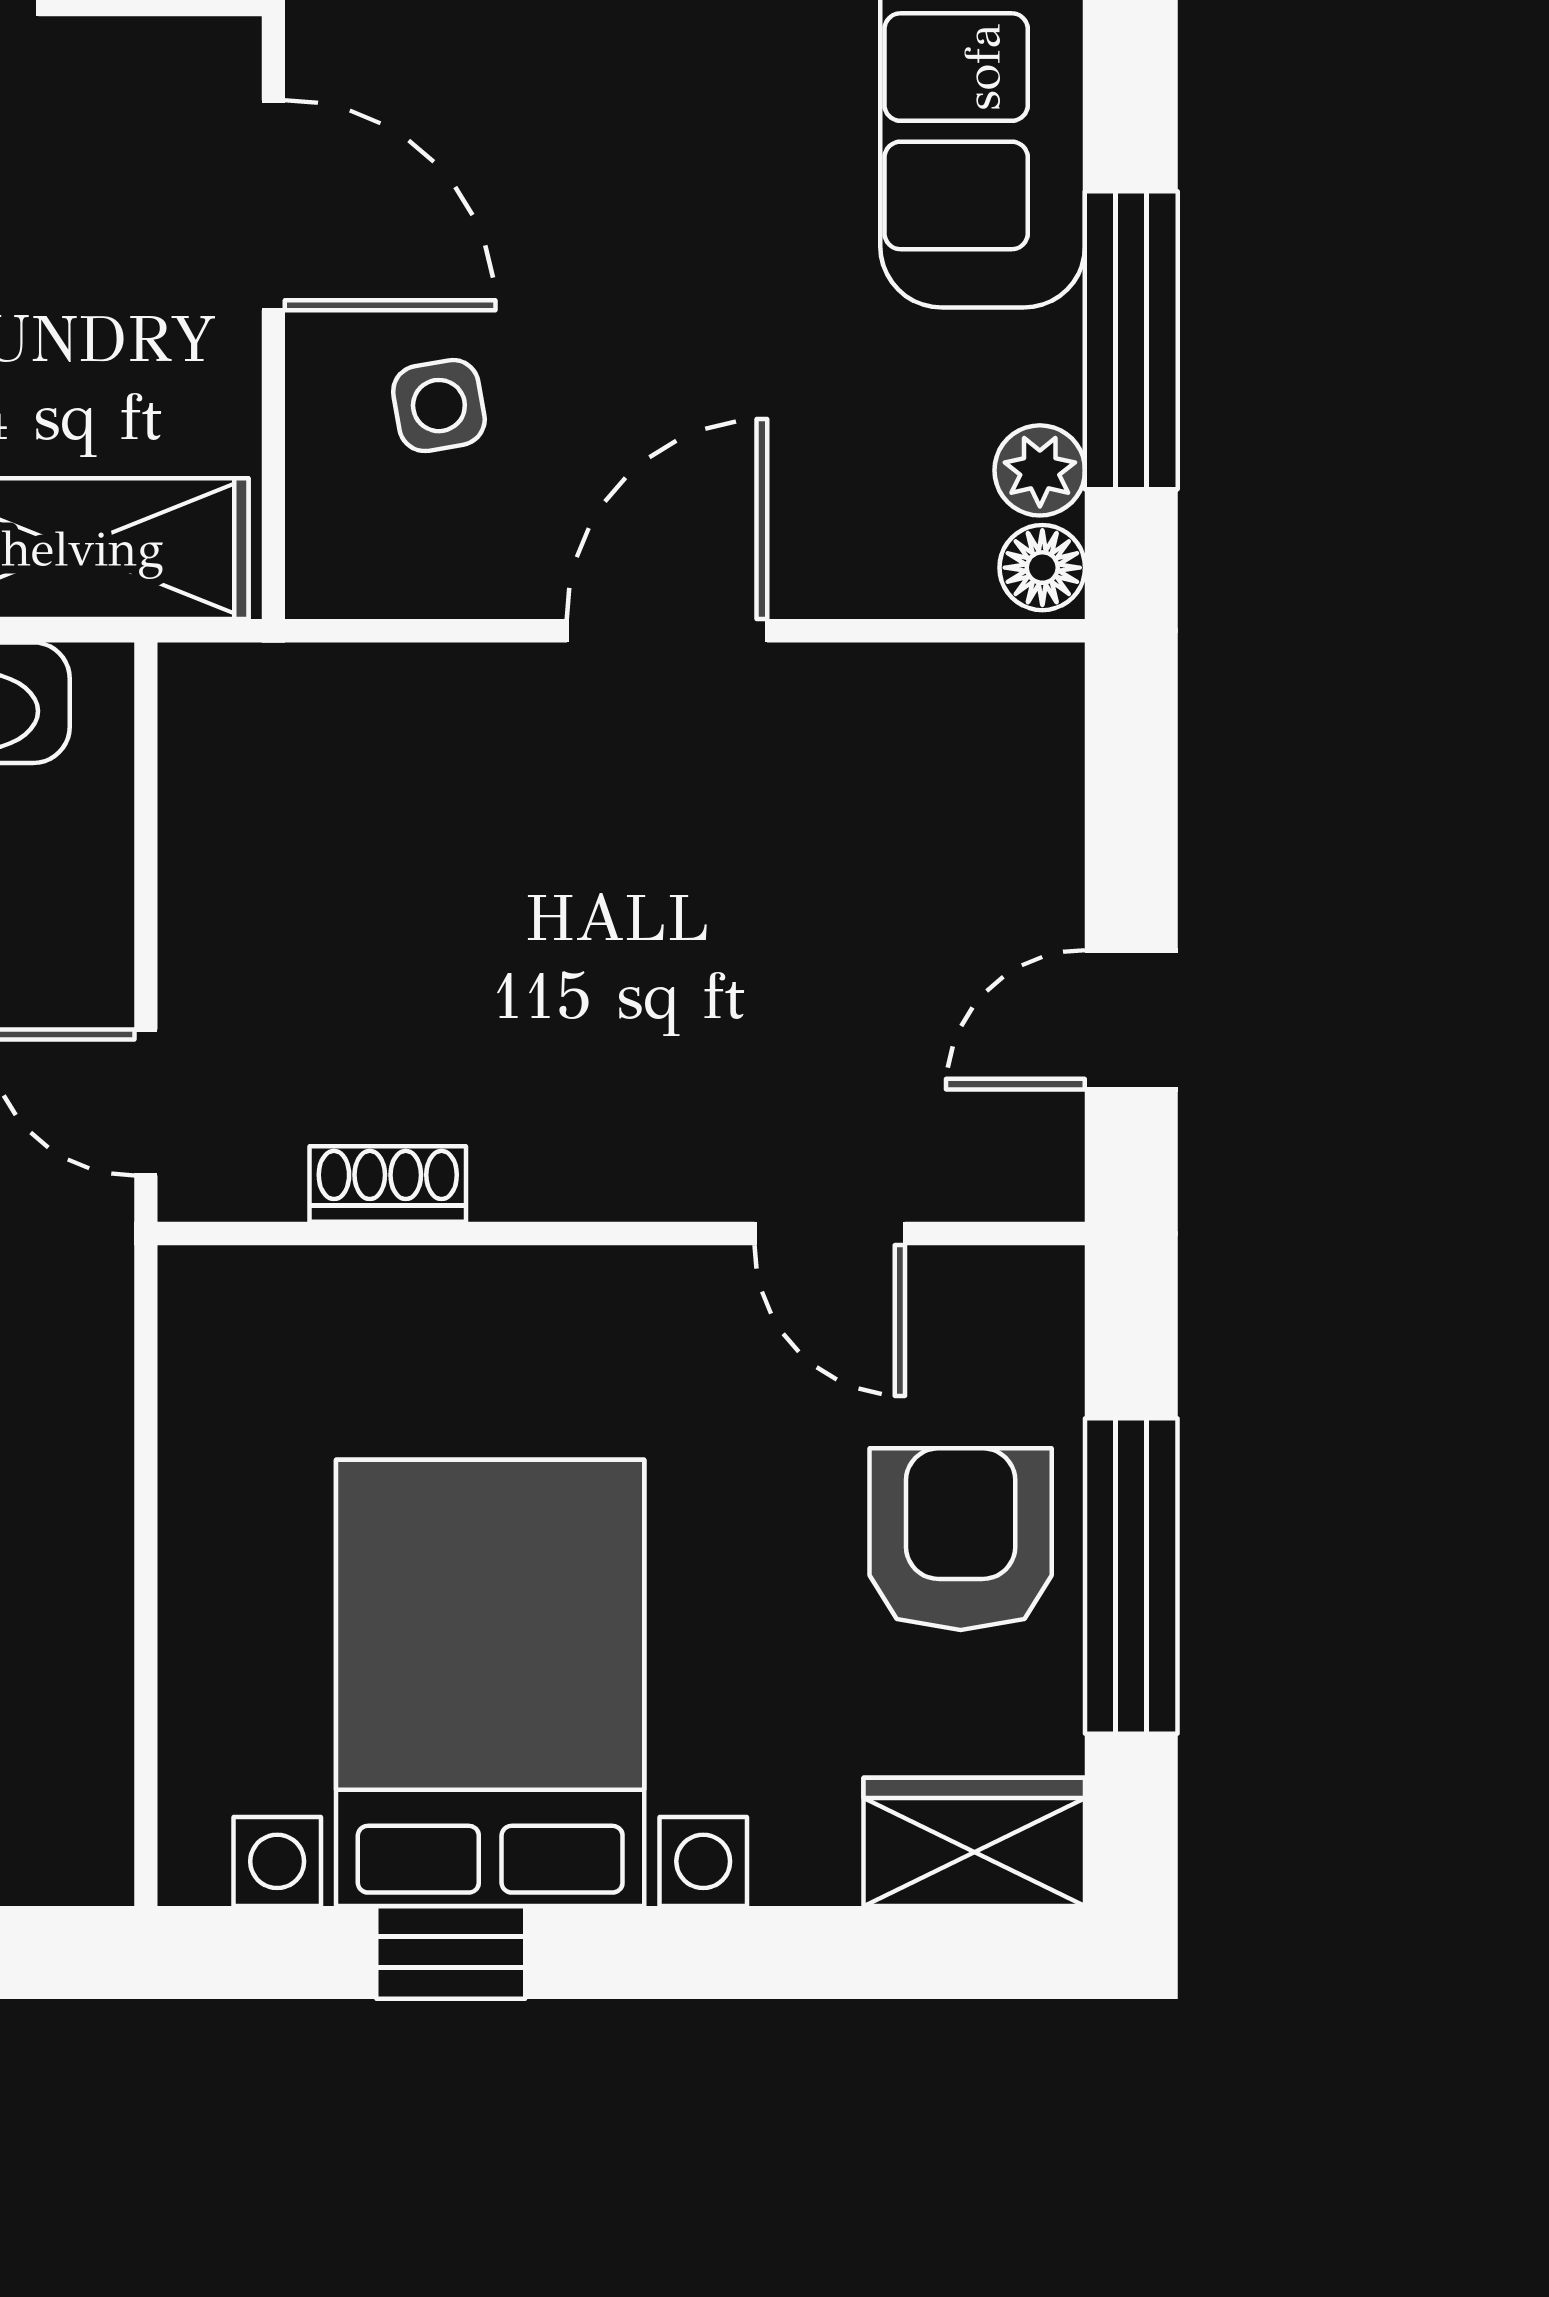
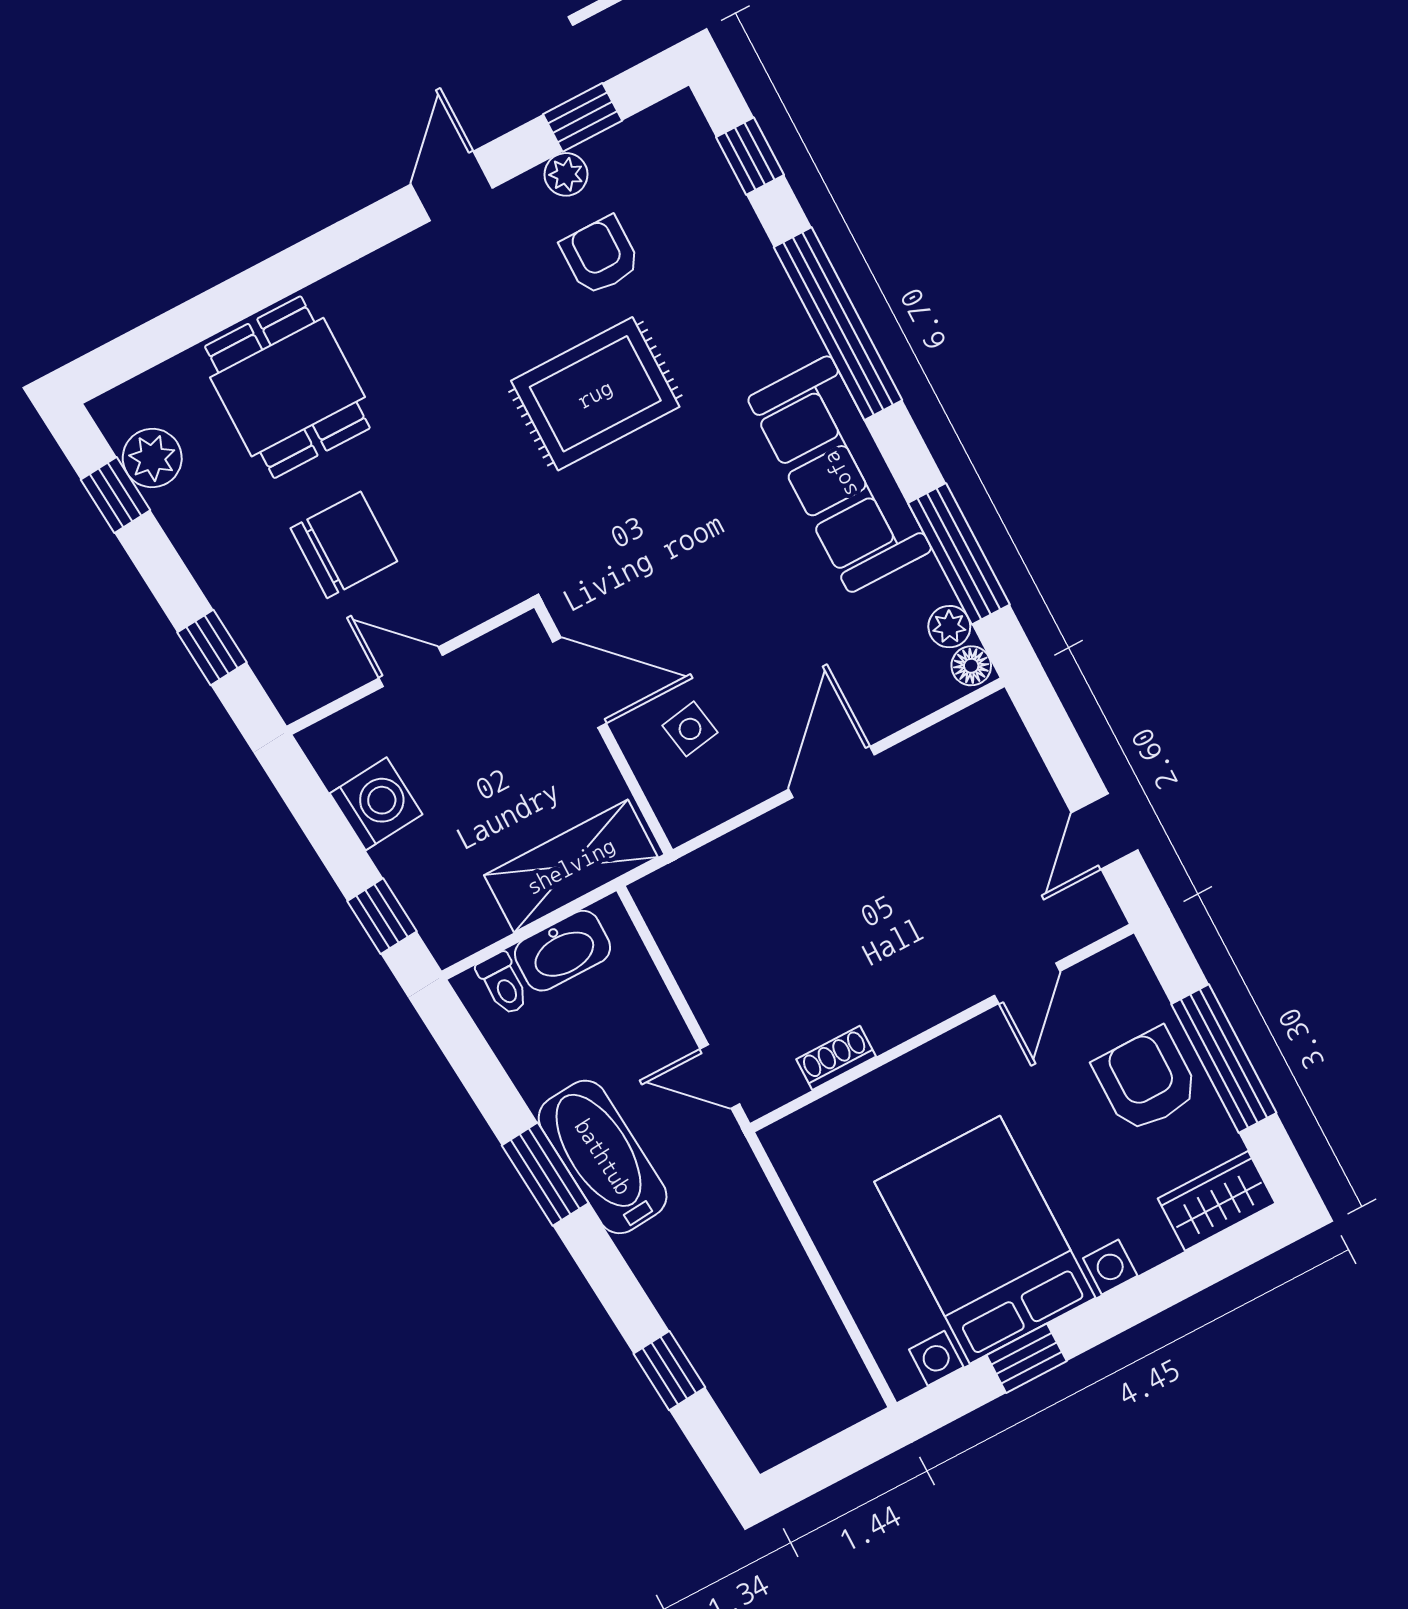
door: (830, 1234) -> (1027, 983), hinge flipped

